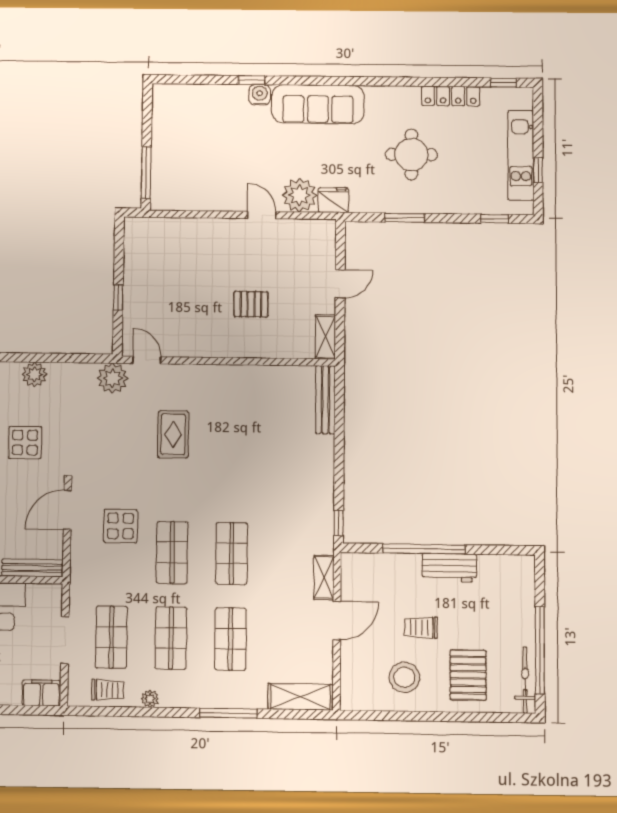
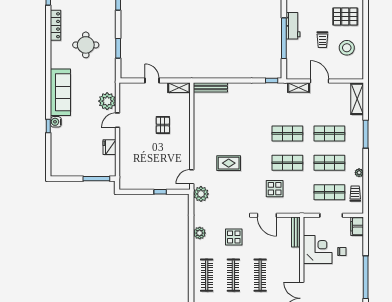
fridge: (333, 200) -> (109, 147), moved

